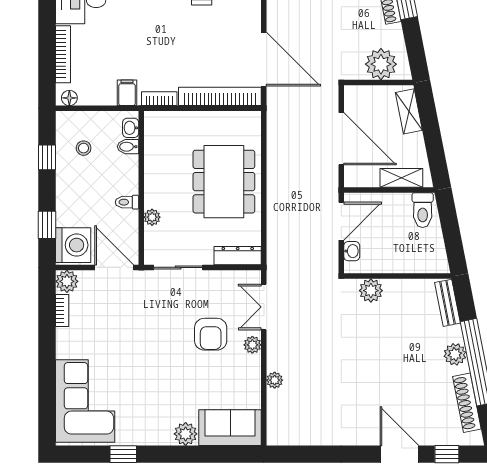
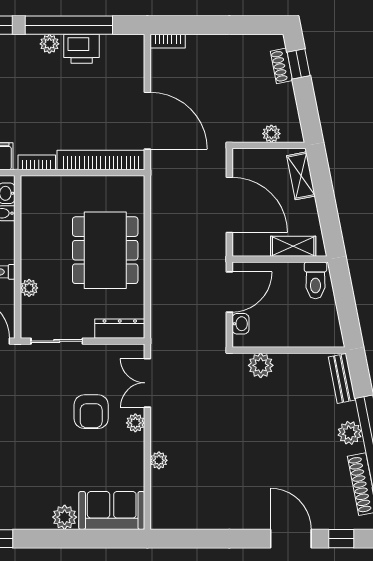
plant: (381, 64) -> (271, 134), width x0.53, depth x0.53

